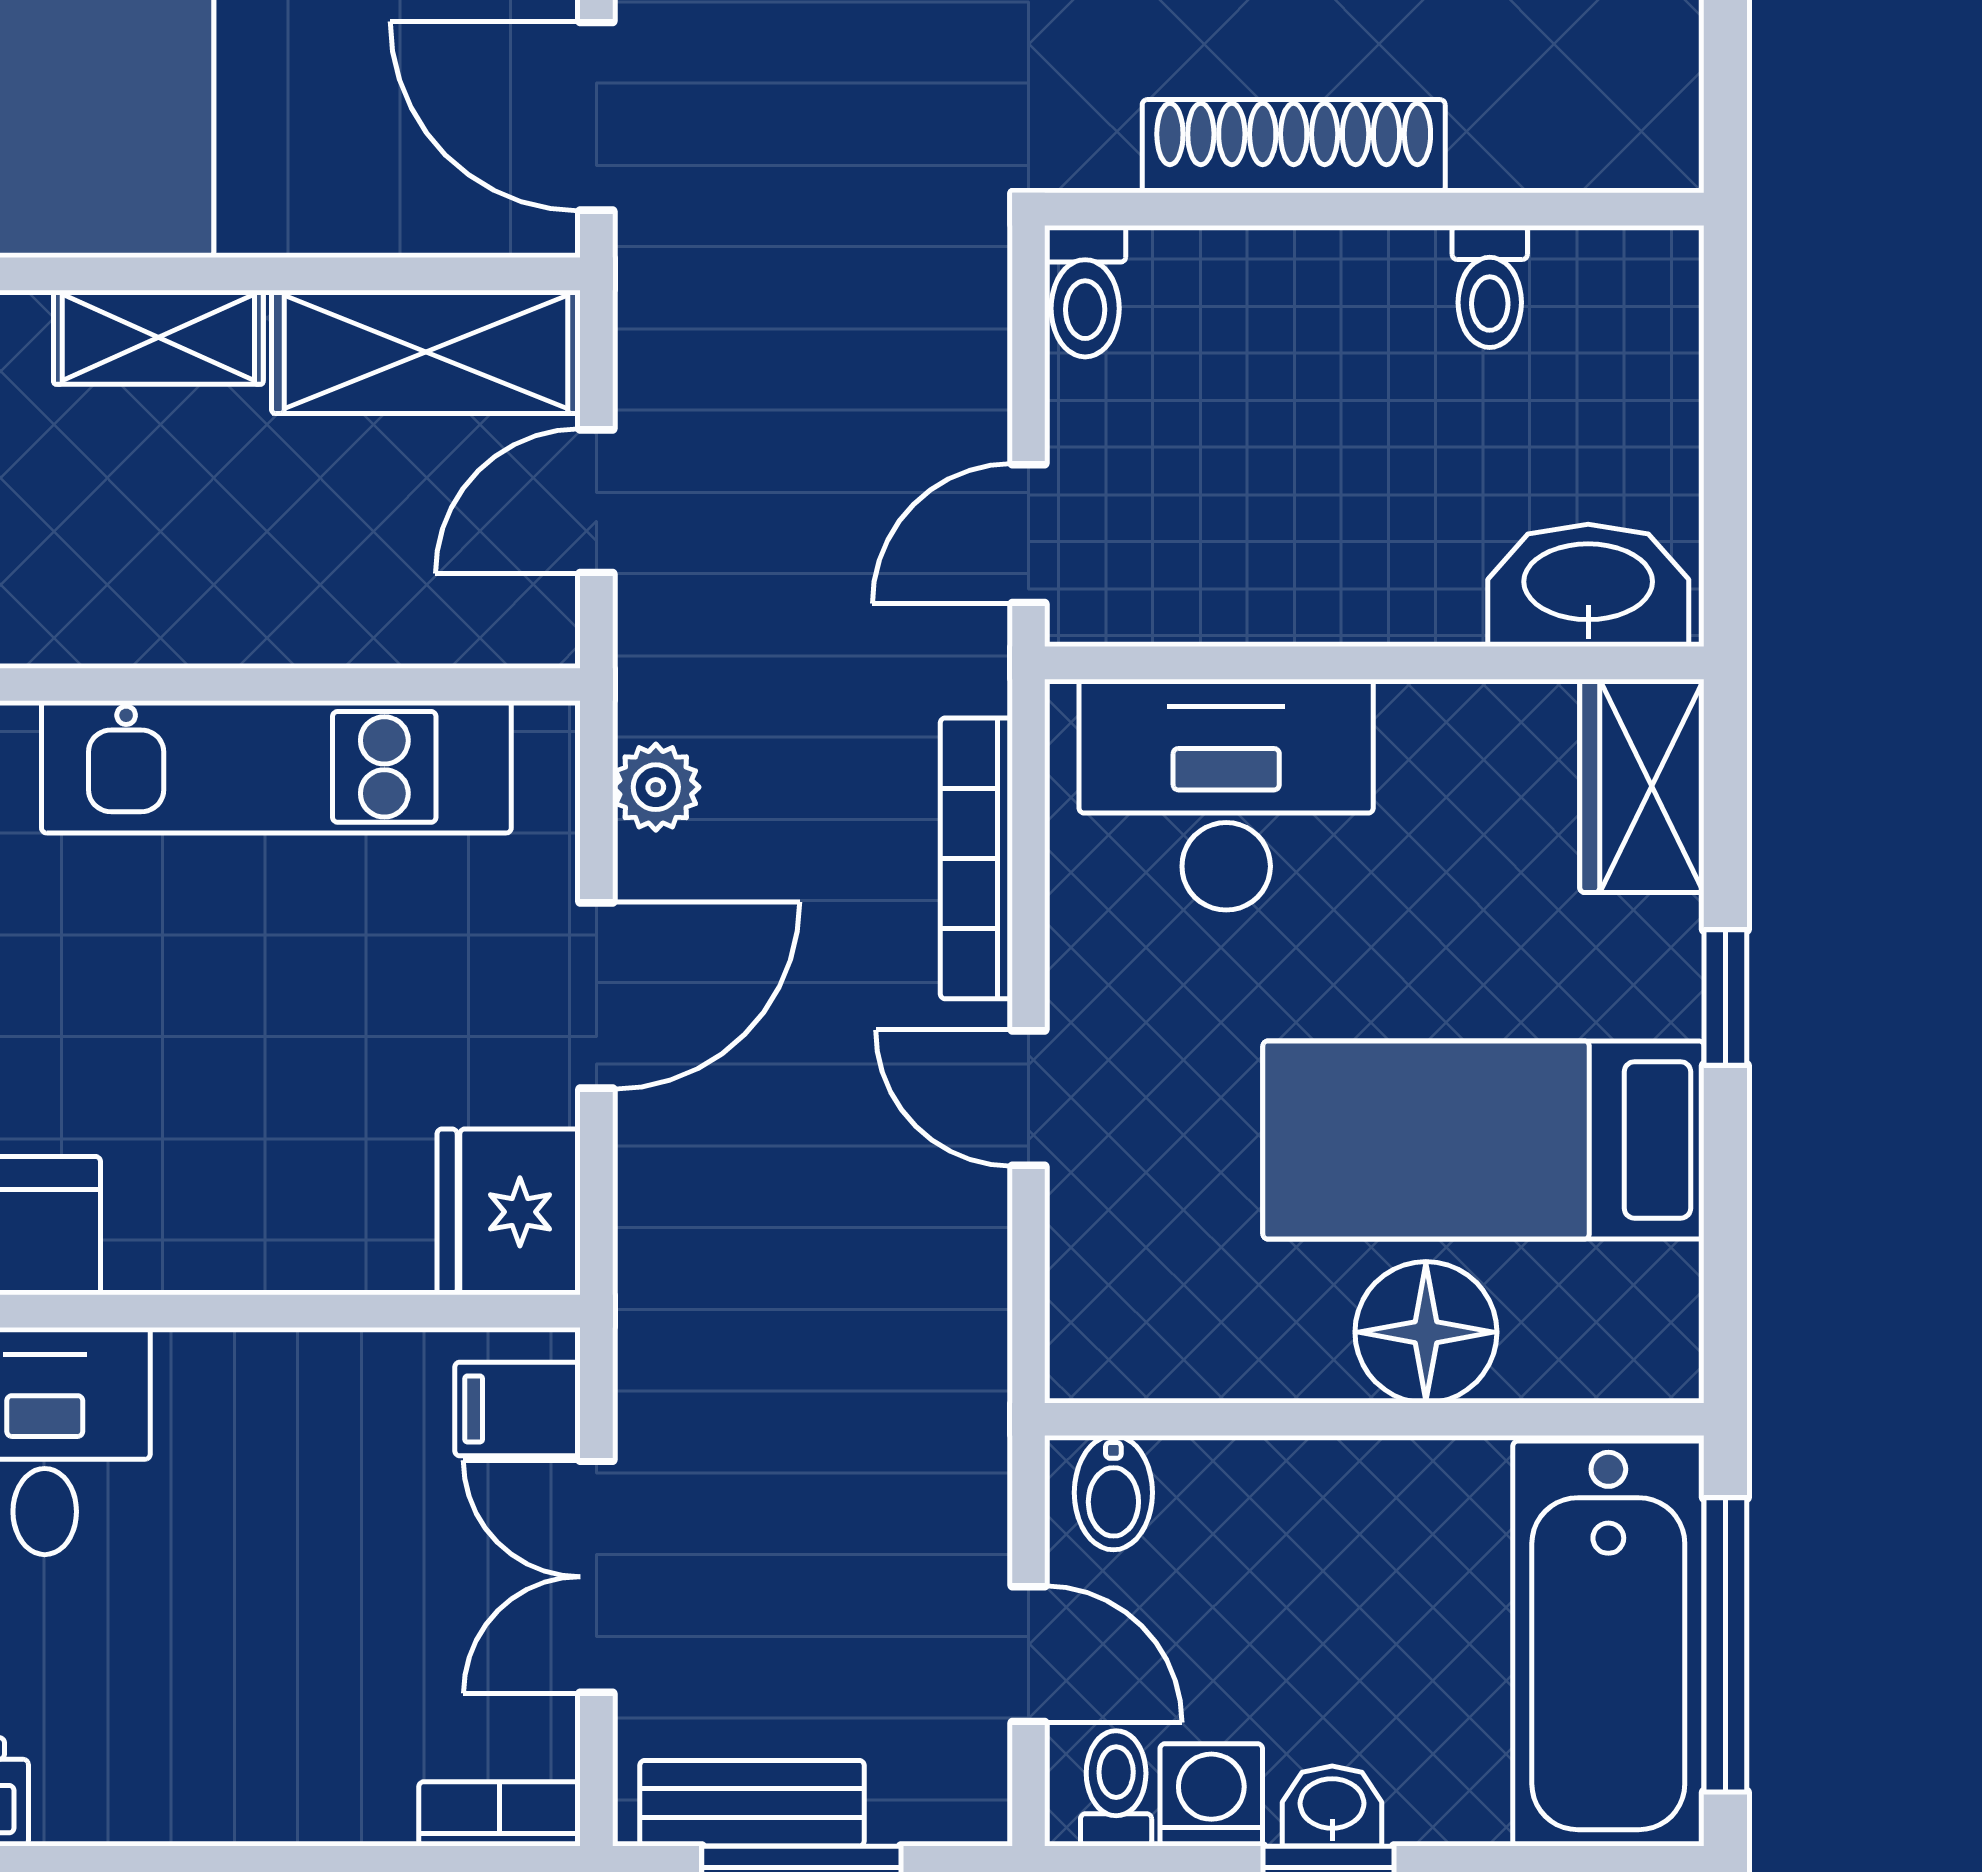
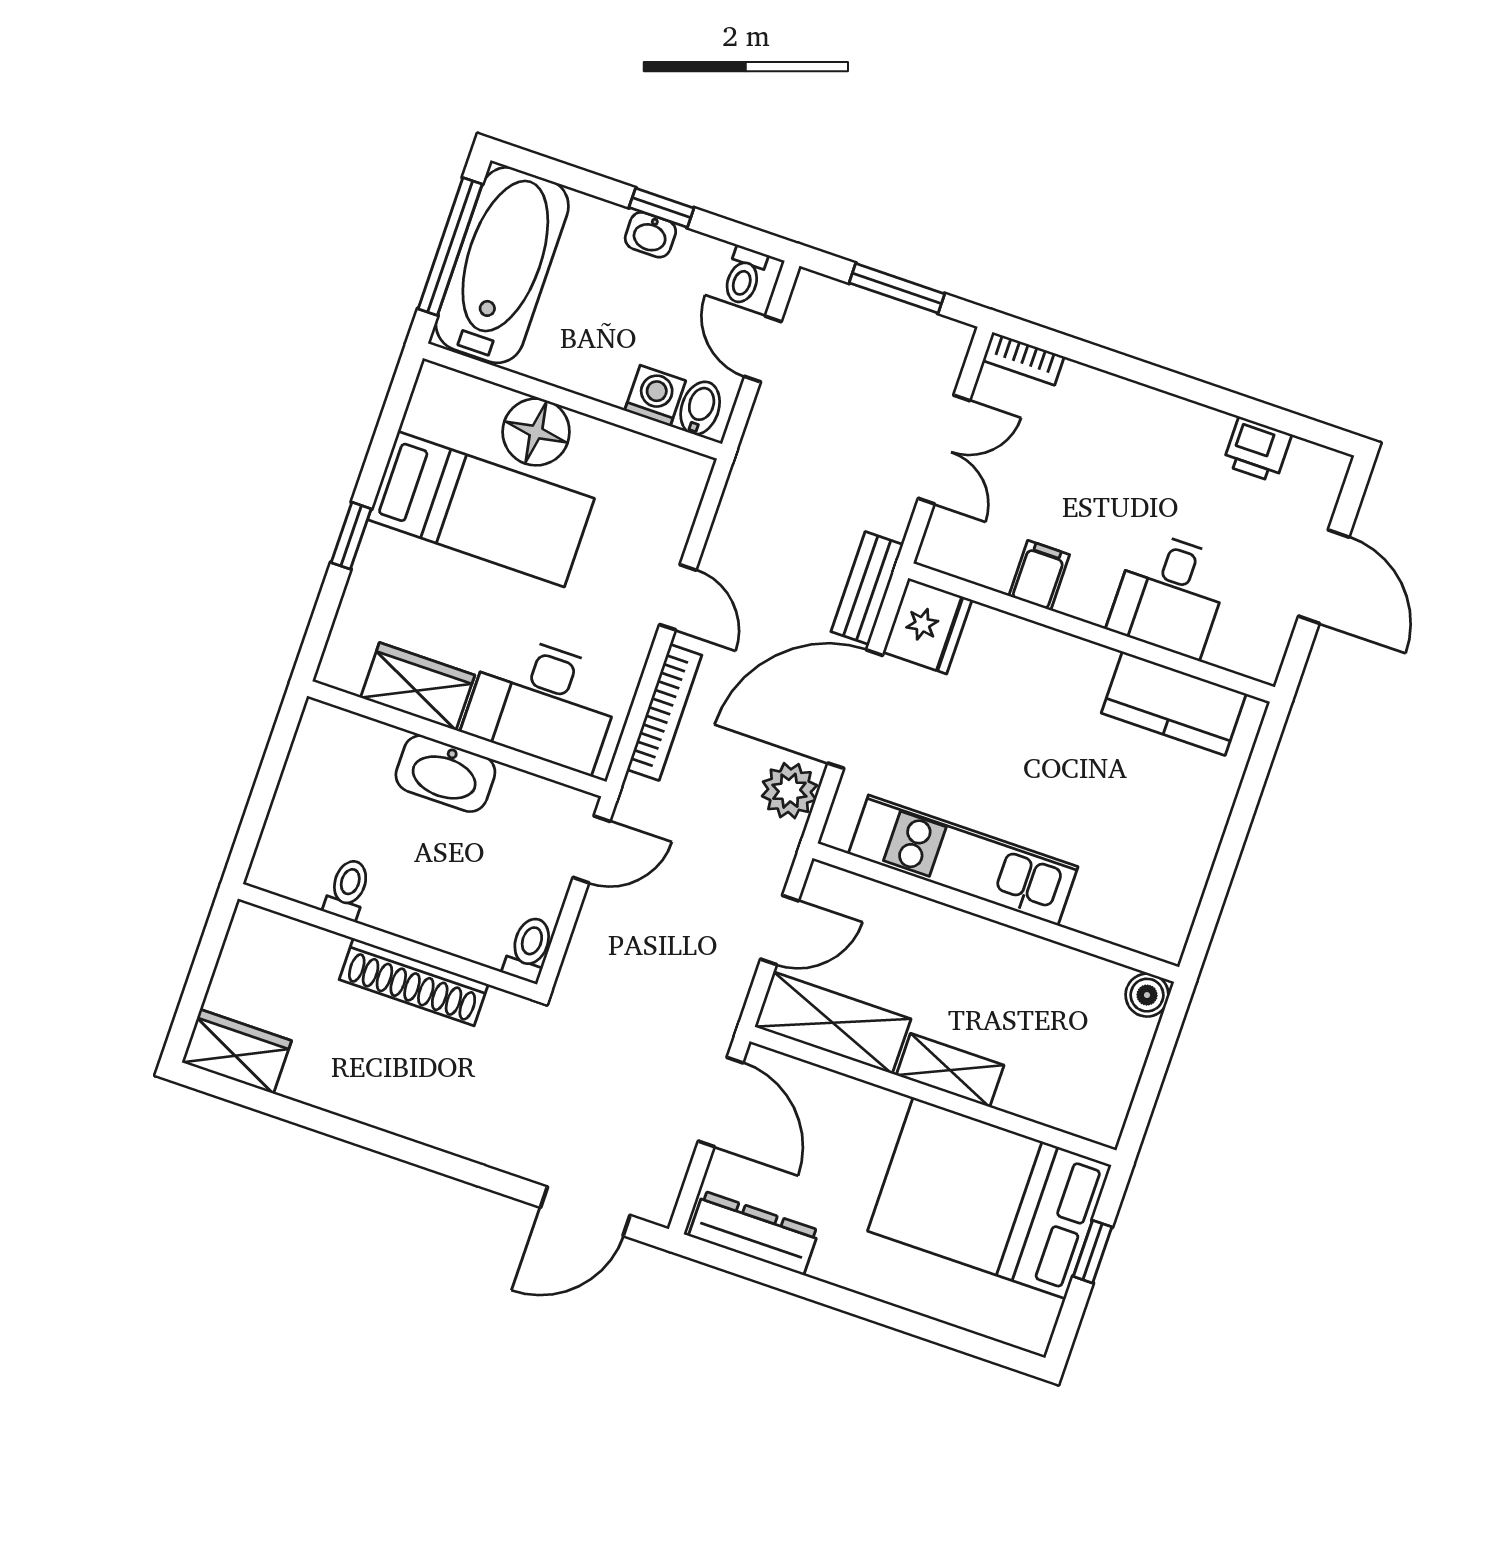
washbasin: (1588, 585) -> (445, 774), moved
wardrobe: (1642, 786) -> (418, 686), moved, turned -90
plant: (656, 787) -> (789, 791), width x1.38, depth x1.38
door: (596, 995) -> (855, 709), width x1.36
filing cabinet: (517, 1409) -> (1039, 575), moved, turned -90
washing machine: (1211, 1795) -> (655, 396), moved, turned 180
bench: (752, 1803) -> (867, 588), moved, turned 90

